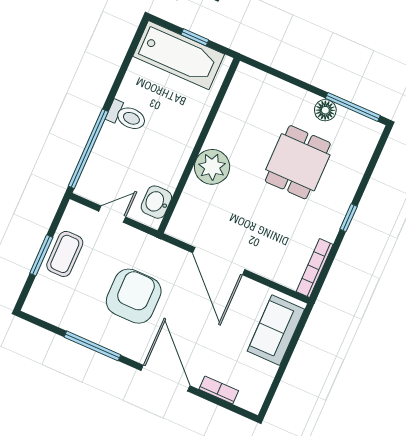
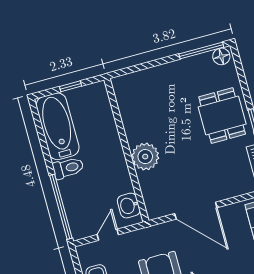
bathtub: (179, 55) -> (58, 126), moved, turned -90
floor lamp: (325, 110) -> (221, 56), moved
dining table: (298, 162) -> (222, 116), moved

